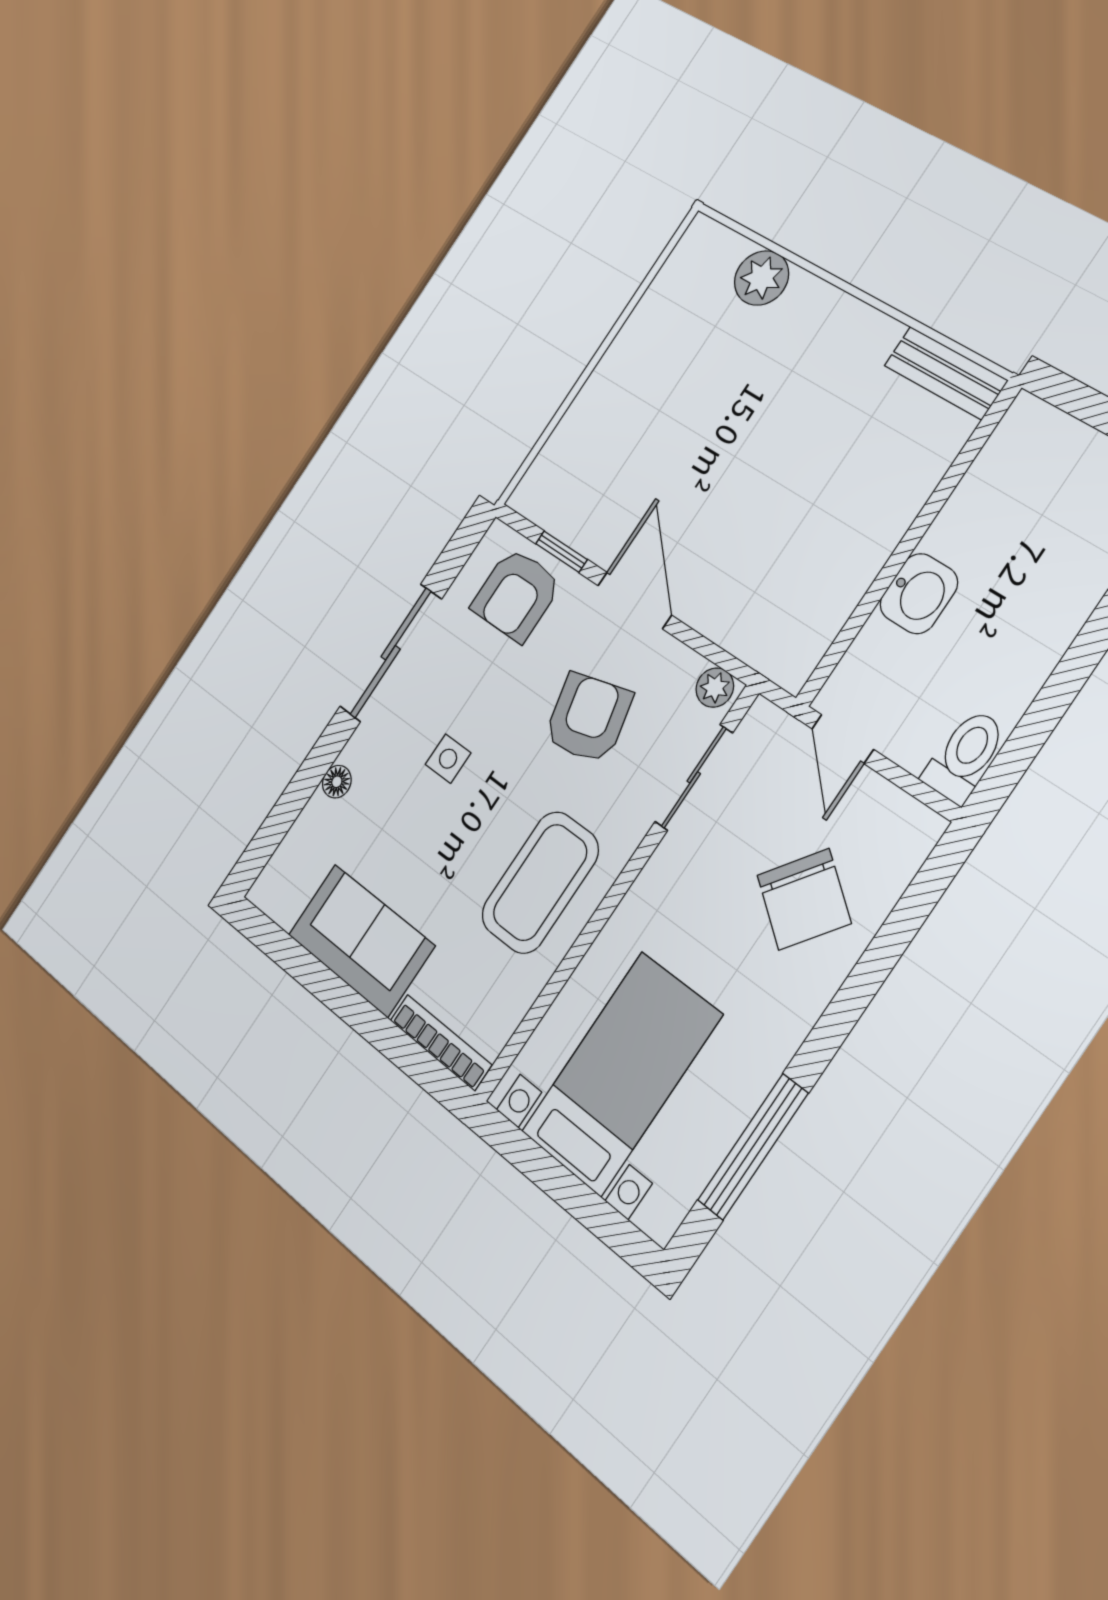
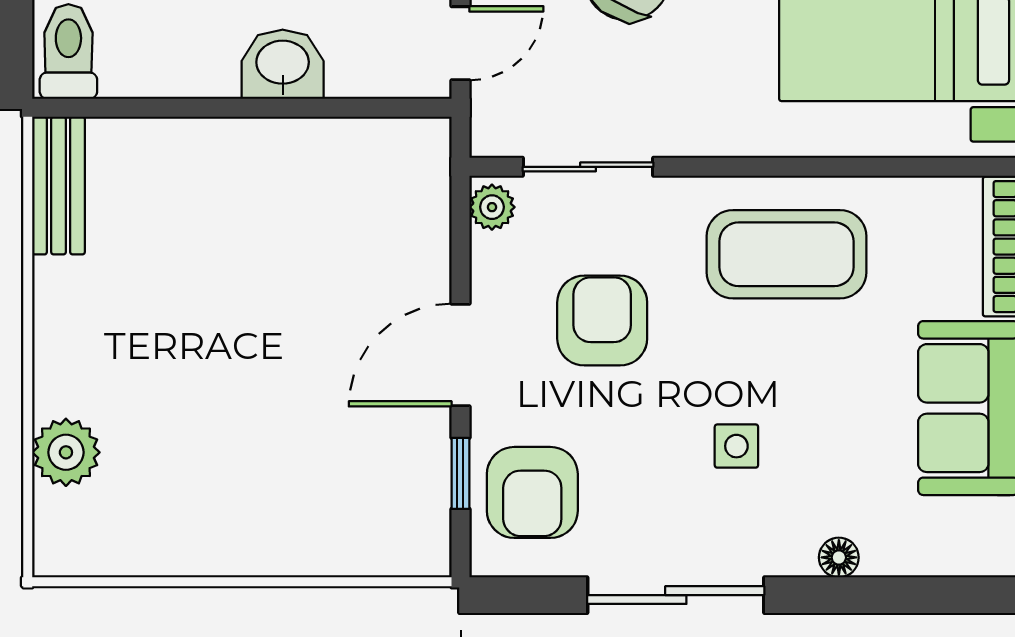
toilet: (1038, 435) -> (68, 52), added
armchair: (516, 595) -> (532, 492), turned 90
armchair: (588, 718) -> (602, 321), turned 104

